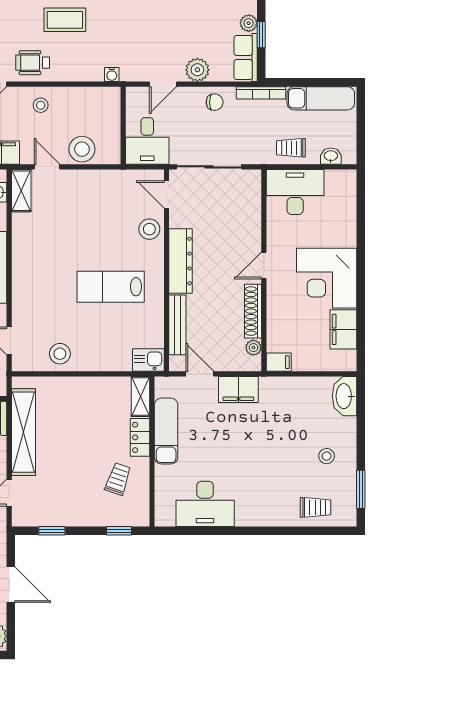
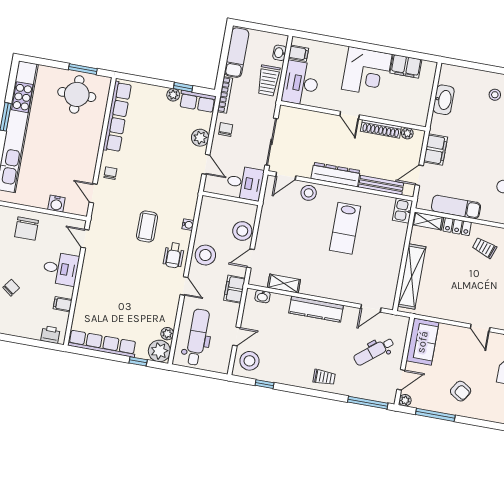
water cooler: (112, 74) -> (188, 225), moved
stool: (41, 105) -> (205, 255), width x1.89, depth x1.89
trolley: (291, 148) -> (268, 81), width x1.36, depth x1.39
shelving: (21, 191) -> (284, 284), moved
stool: (60, 354) -> (387, 273), removed
filing cabinet: (279, 362) -> (298, 53), moved, turned 90
washbasin: (344, 396) -> (444, 100), moved, turned -90
shelving: (24, 432) -> (412, 276), moved, turned 90

